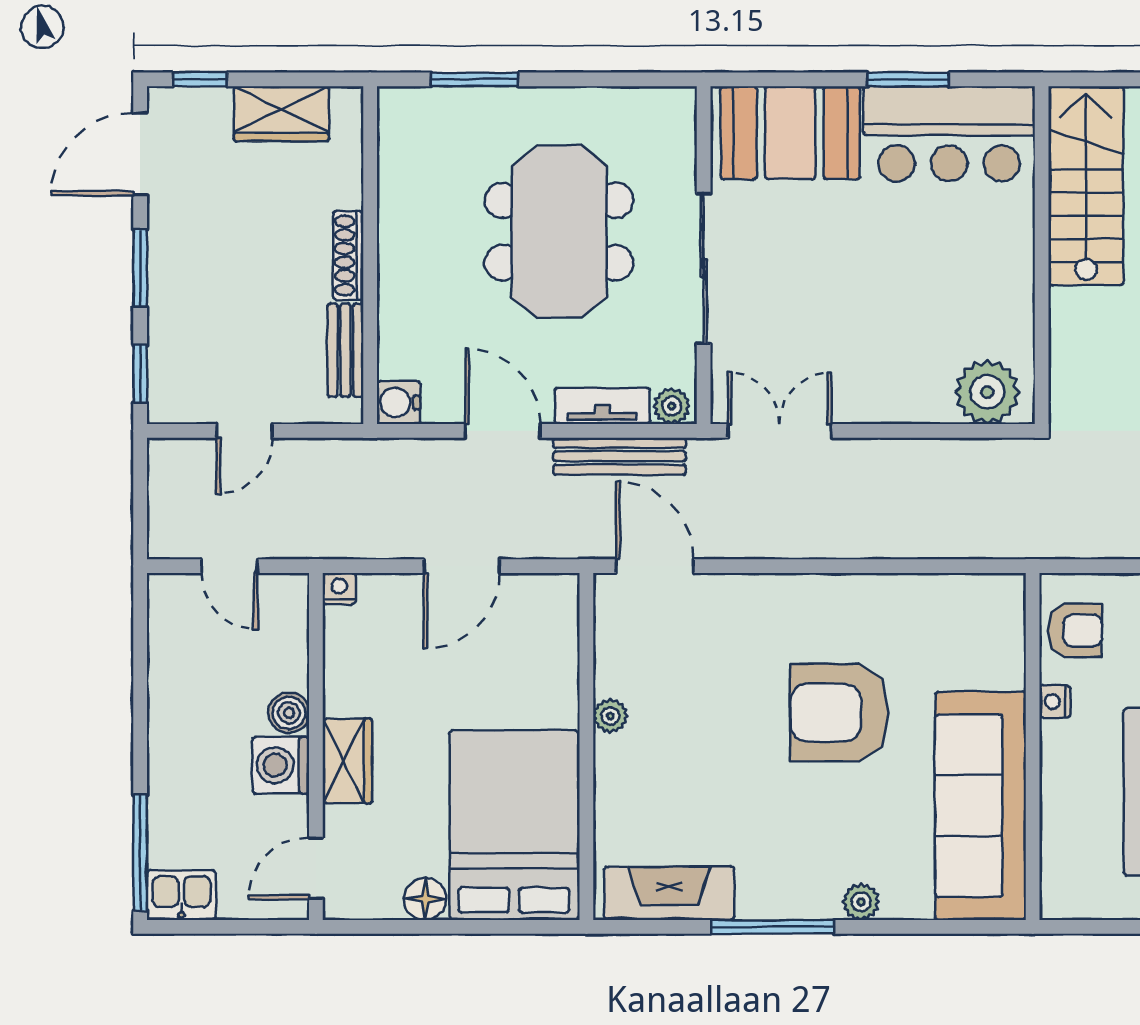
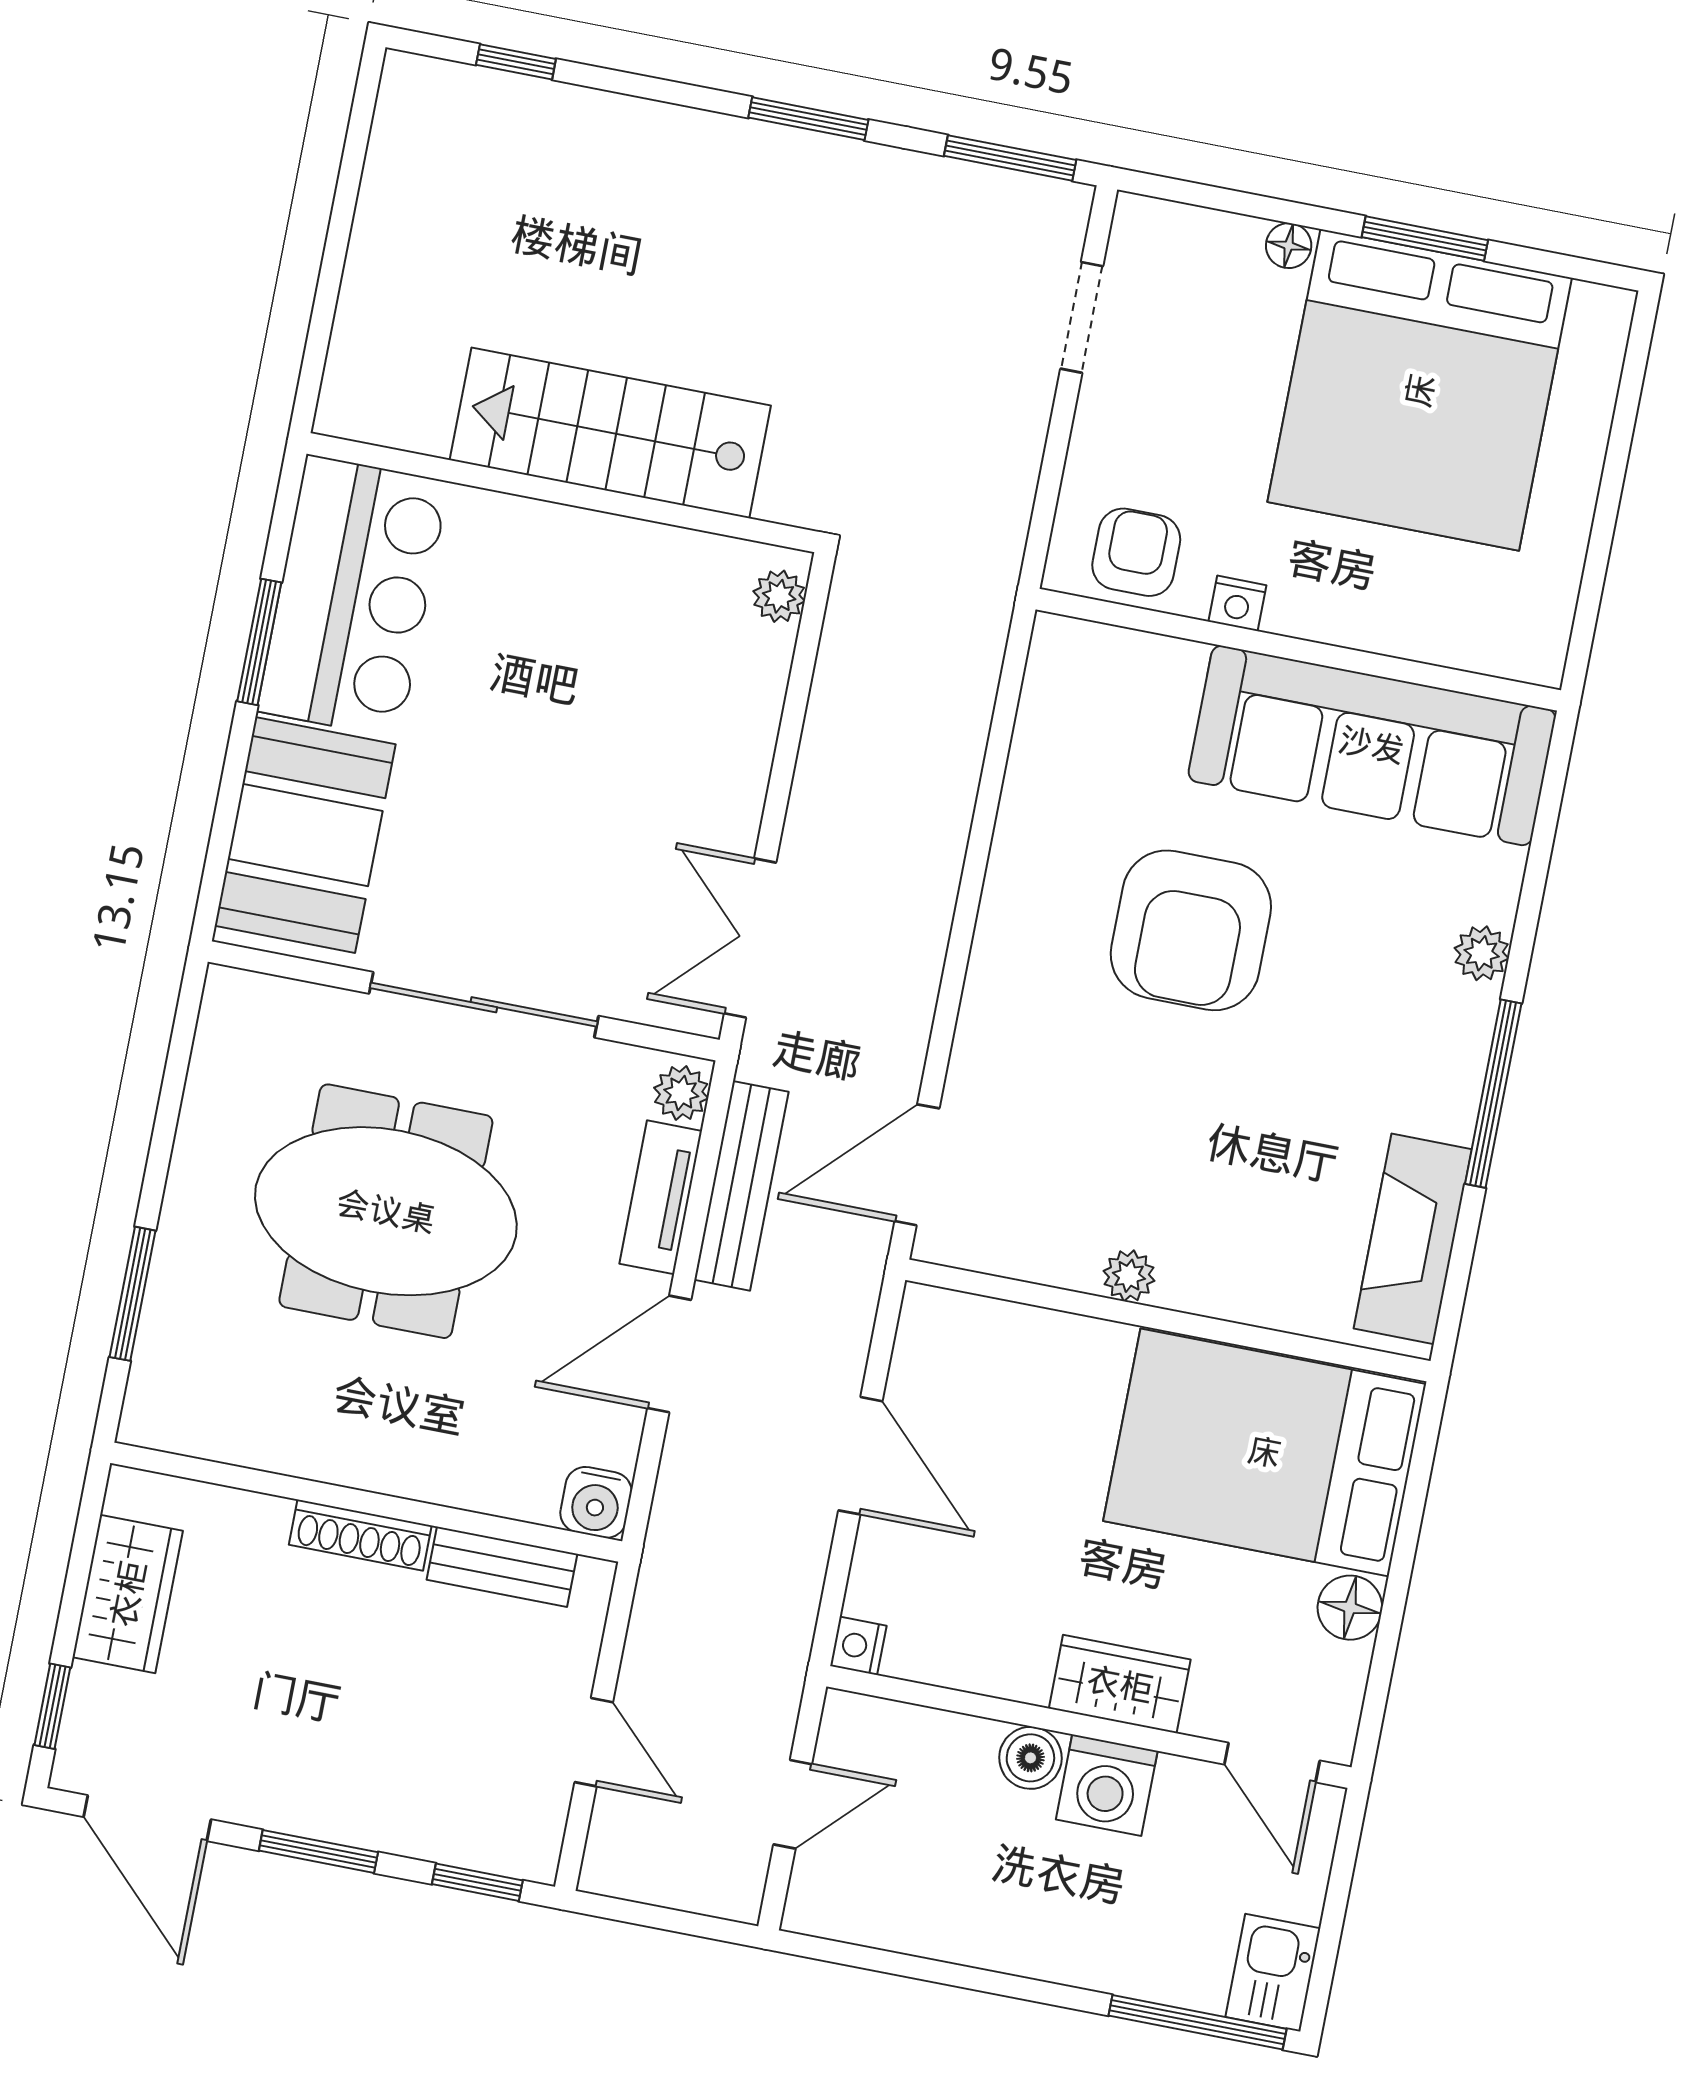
stairs: (1086, 186) -> (610, 433), moved
plant: (987, 392) -> (779, 596), width x0.53, depth x0.53

